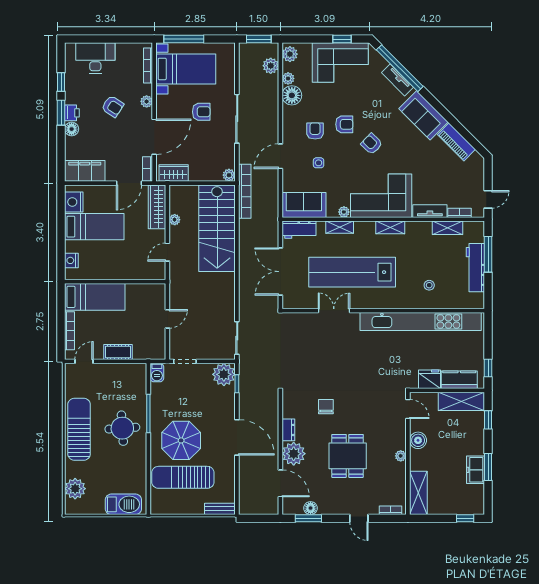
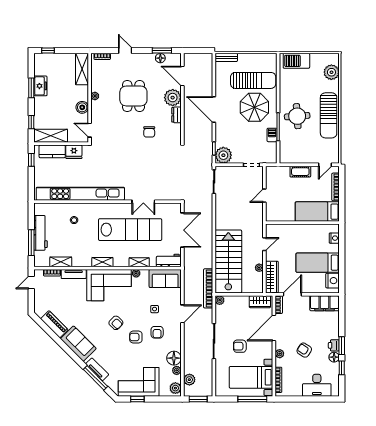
window: (400, 68) -> (95, 378), width x0.68
floor lamp: (72, 129) -> (334, 357), moved
barbecue: (157, 373) -> (272, 135), moved

